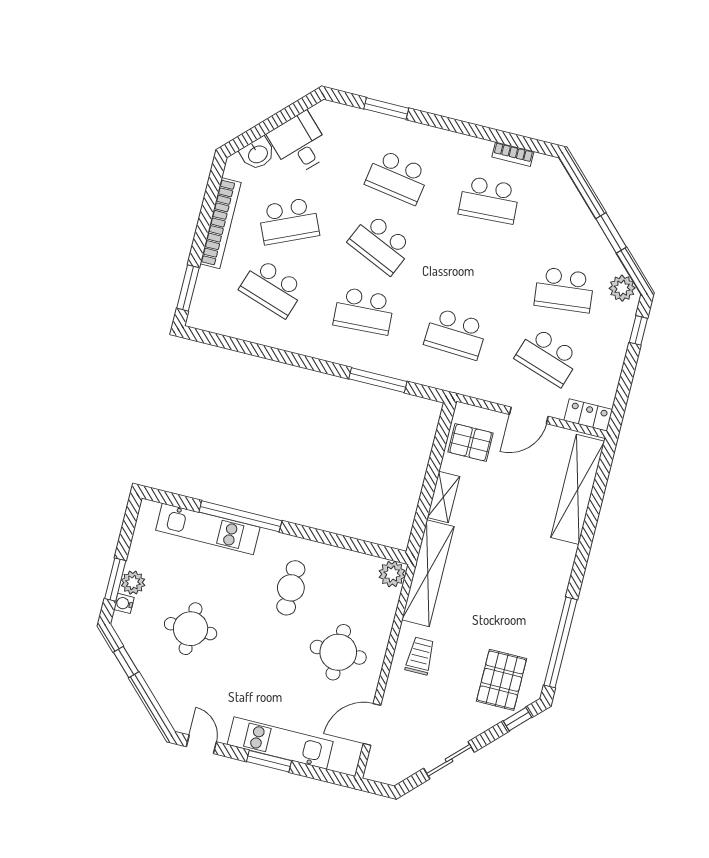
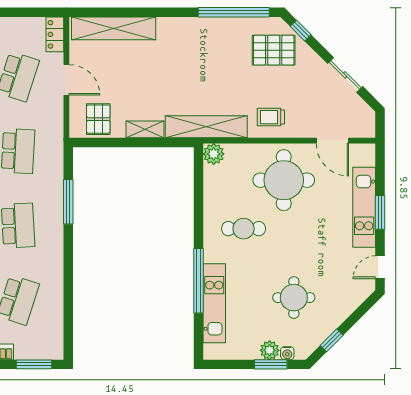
round table: (338, 652) -> (284, 180), width x1.36, depth x1.36

